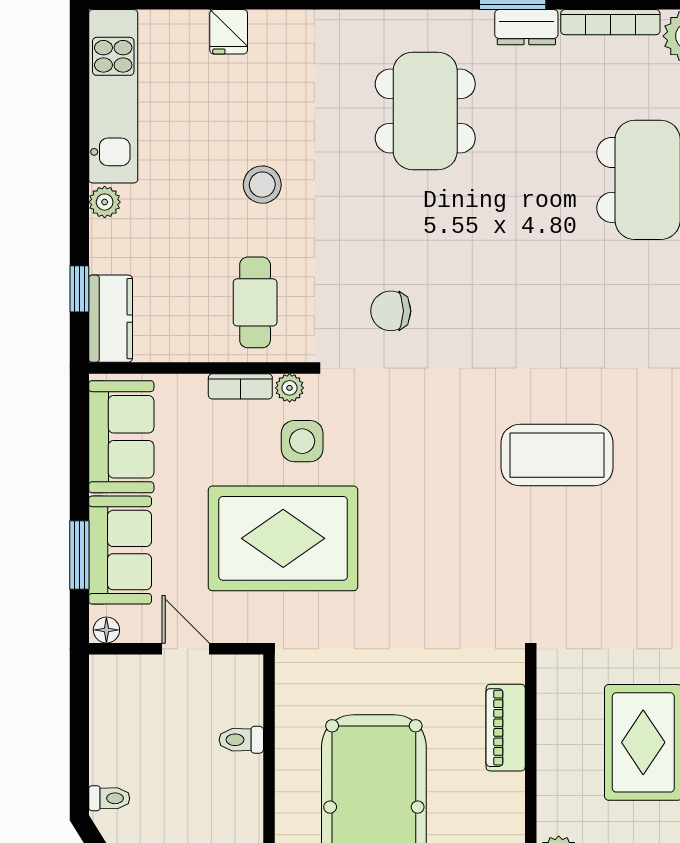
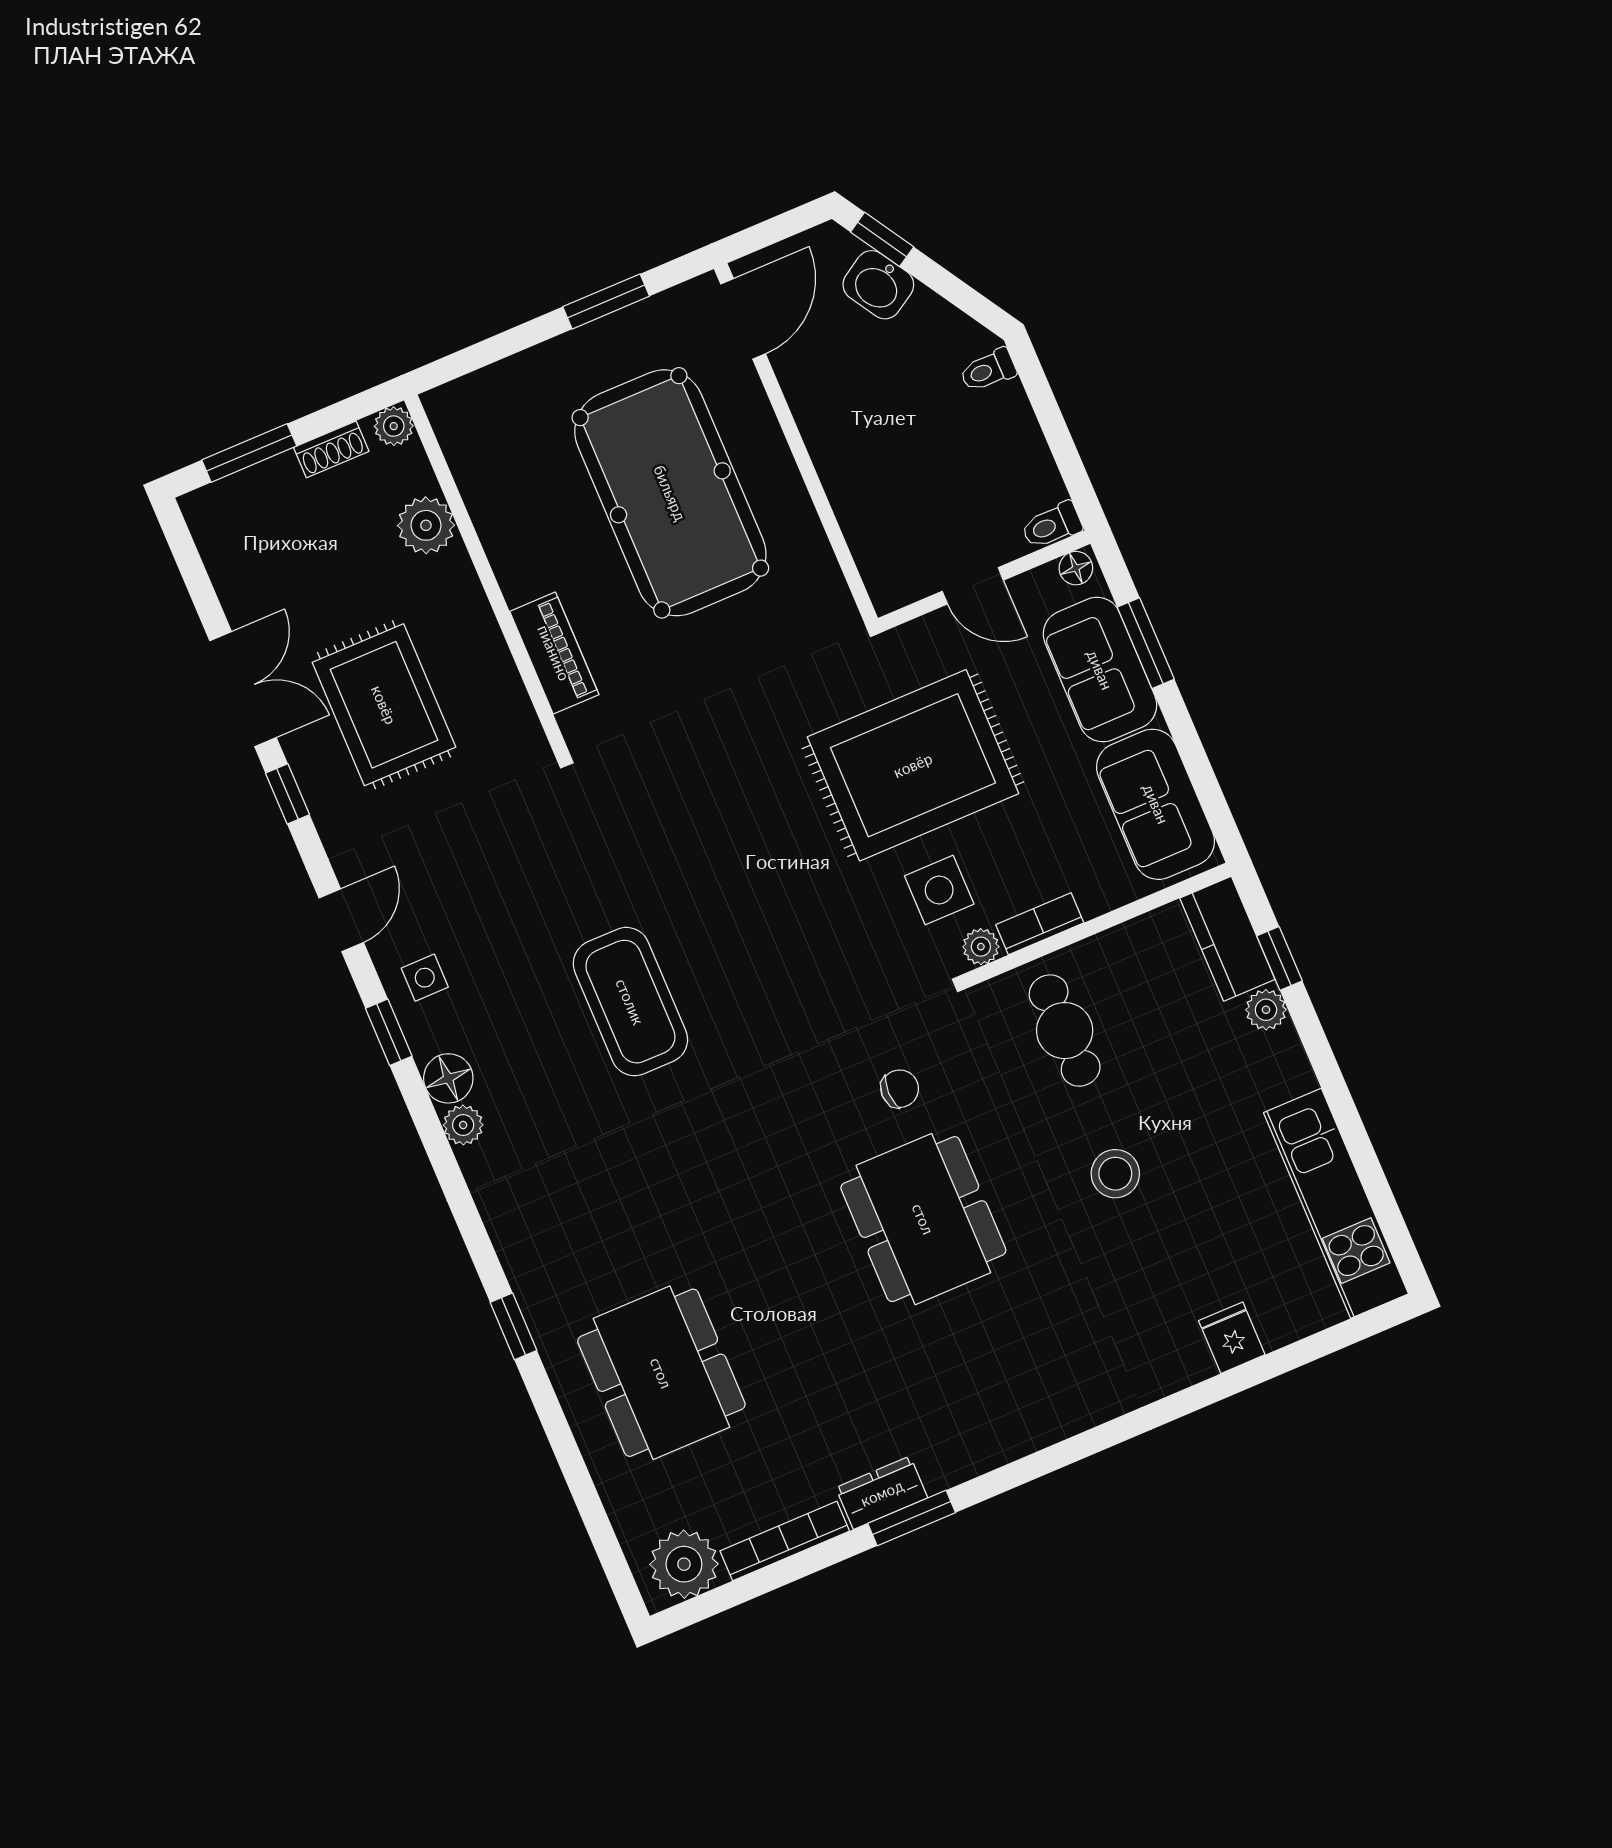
dining table: (425, 111) -> (923, 1219), moved
plant: (105, 202) -> (1266, 1010), moved
chair: (391, 311) -> (900, 1089), width x0.73, depth x0.73
coffee table: (557, 455) -> (630, 1002), turned 90
toilet: (241, 740) -> (1052, 525), moved, turned 180

